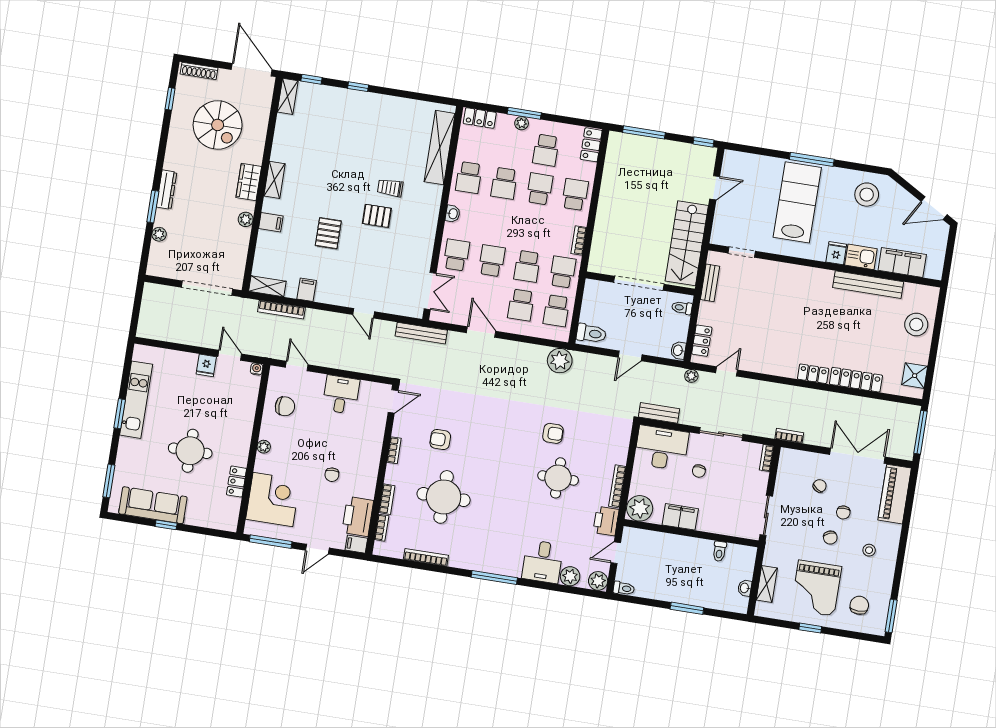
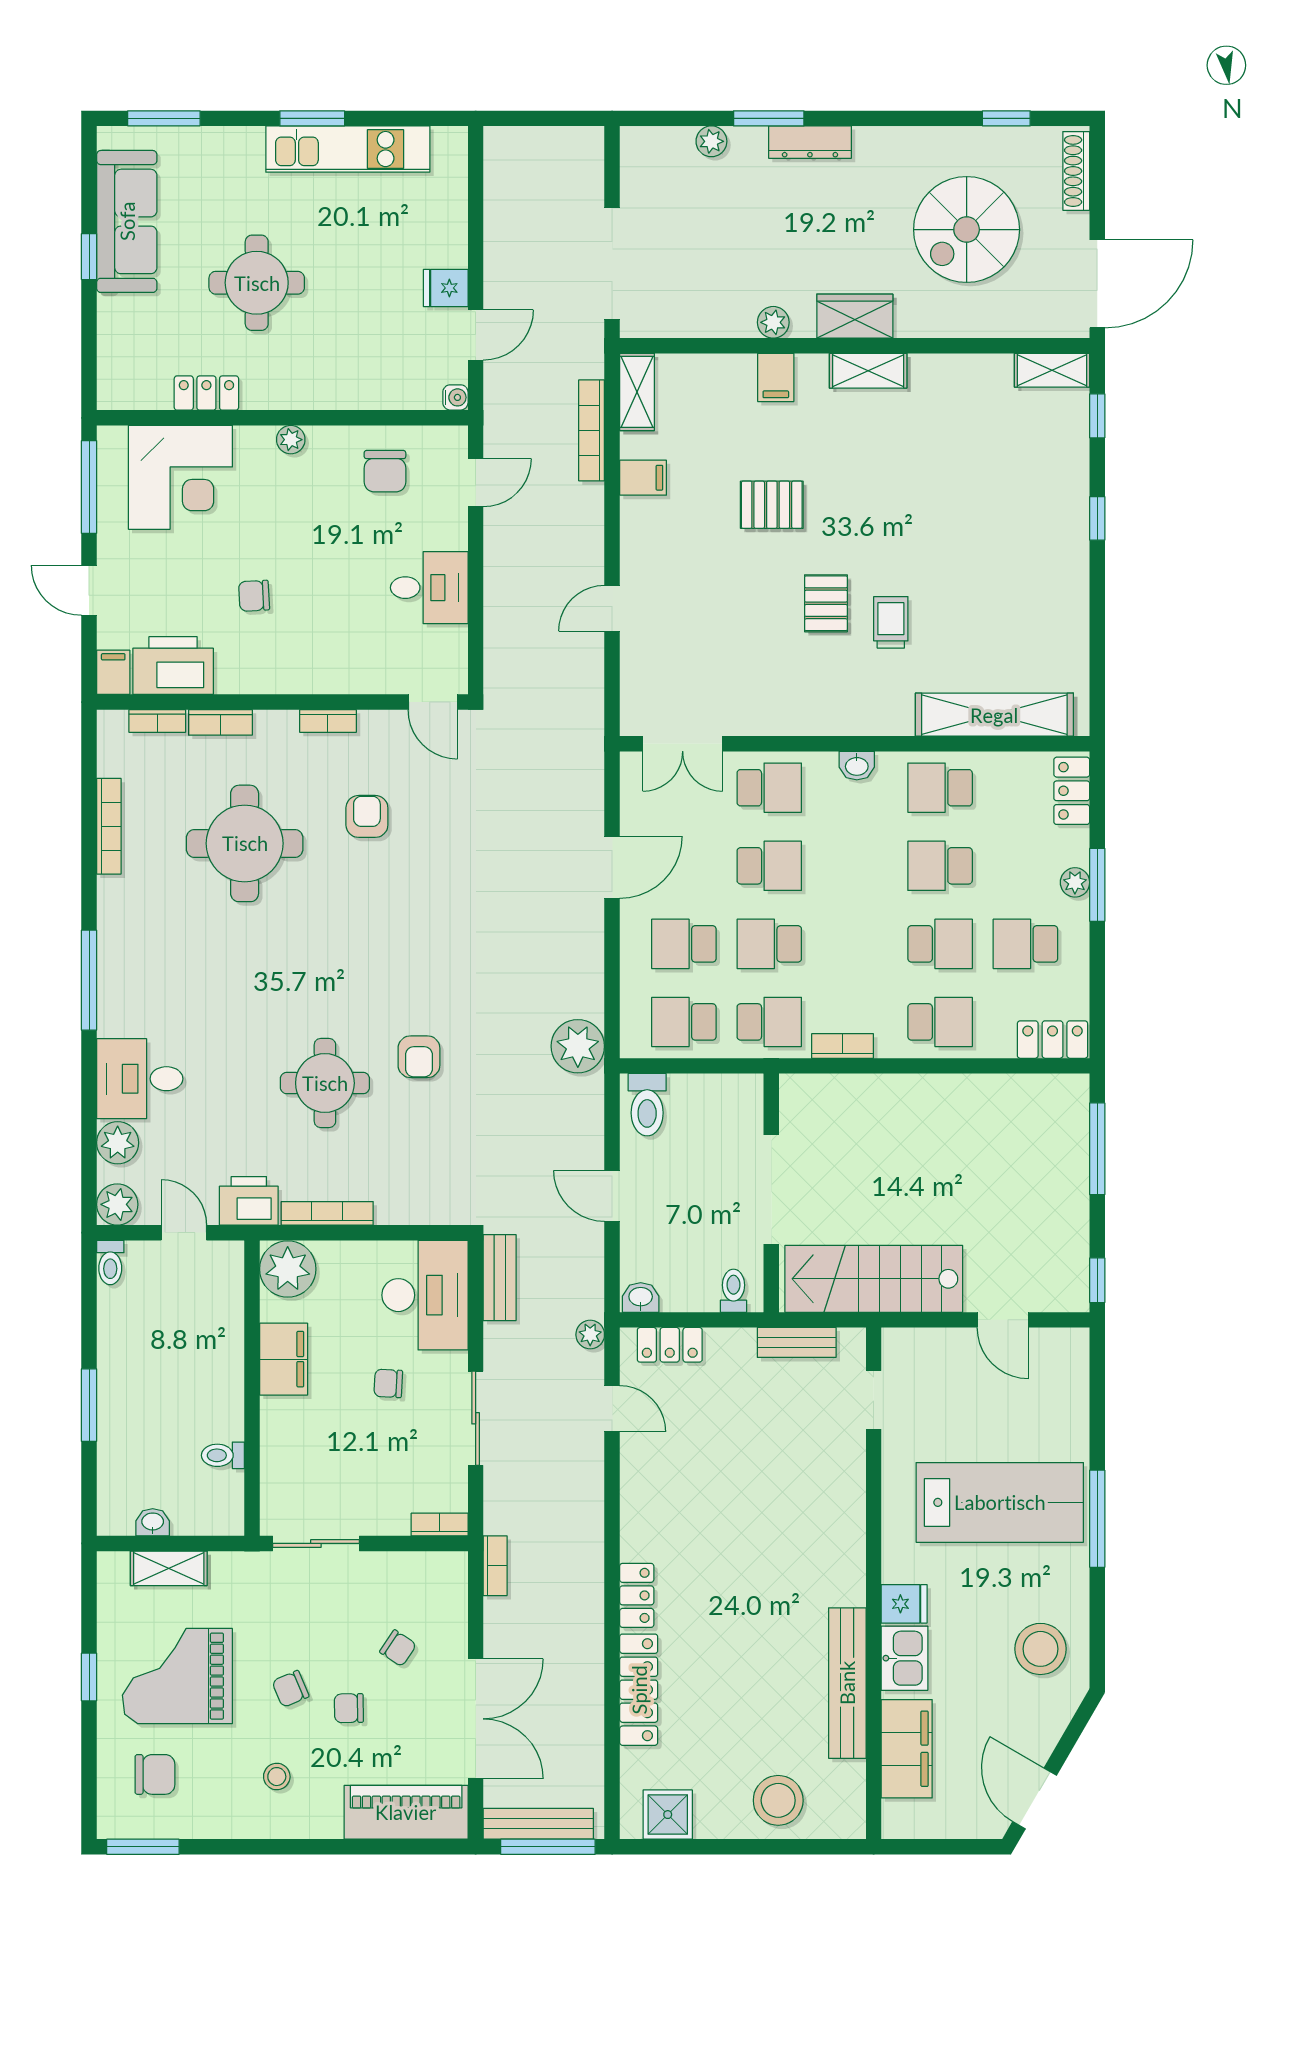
bench: (421, 333) -> (538, 1824), moved, turned 90

